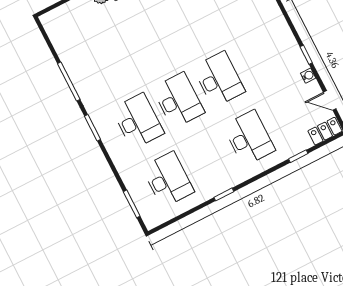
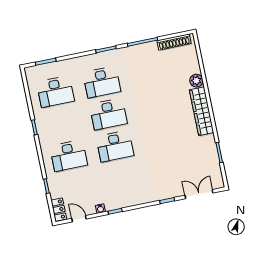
shoe rack: (57, 39) -> (174, 42), added
door: (330, 100) -> (79, 219), hinge flipped

